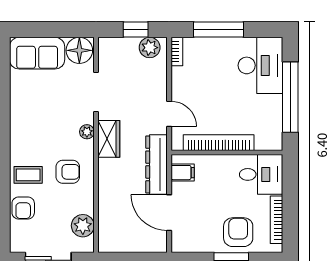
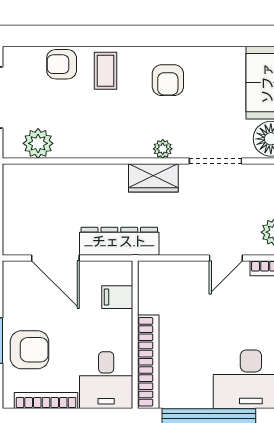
door: (169, 114) -> (226, 258), moved
bookcase: (219, 143) -> (148, 362), moved
armchair: (68, 172) -> (168, 80), moved
filing cabinet: (183, 173) -> (117, 297), moved, turned 90
door: (169, 213) -> (55, 258), swing flipped

